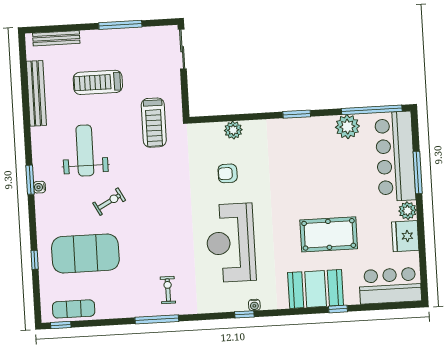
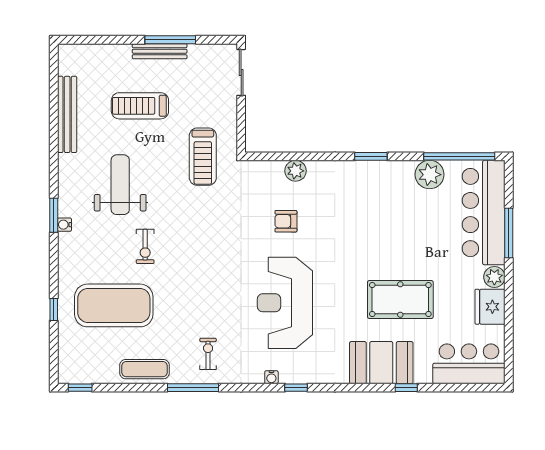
bench: (56, 38) -> (160, 51), moved
exercise bike: (109, 202) -> (145, 246), turned 118
water cooler: (254, 305) -> (271, 377), moved
exercise mat: (74, 309) -> (144, 369), moved

